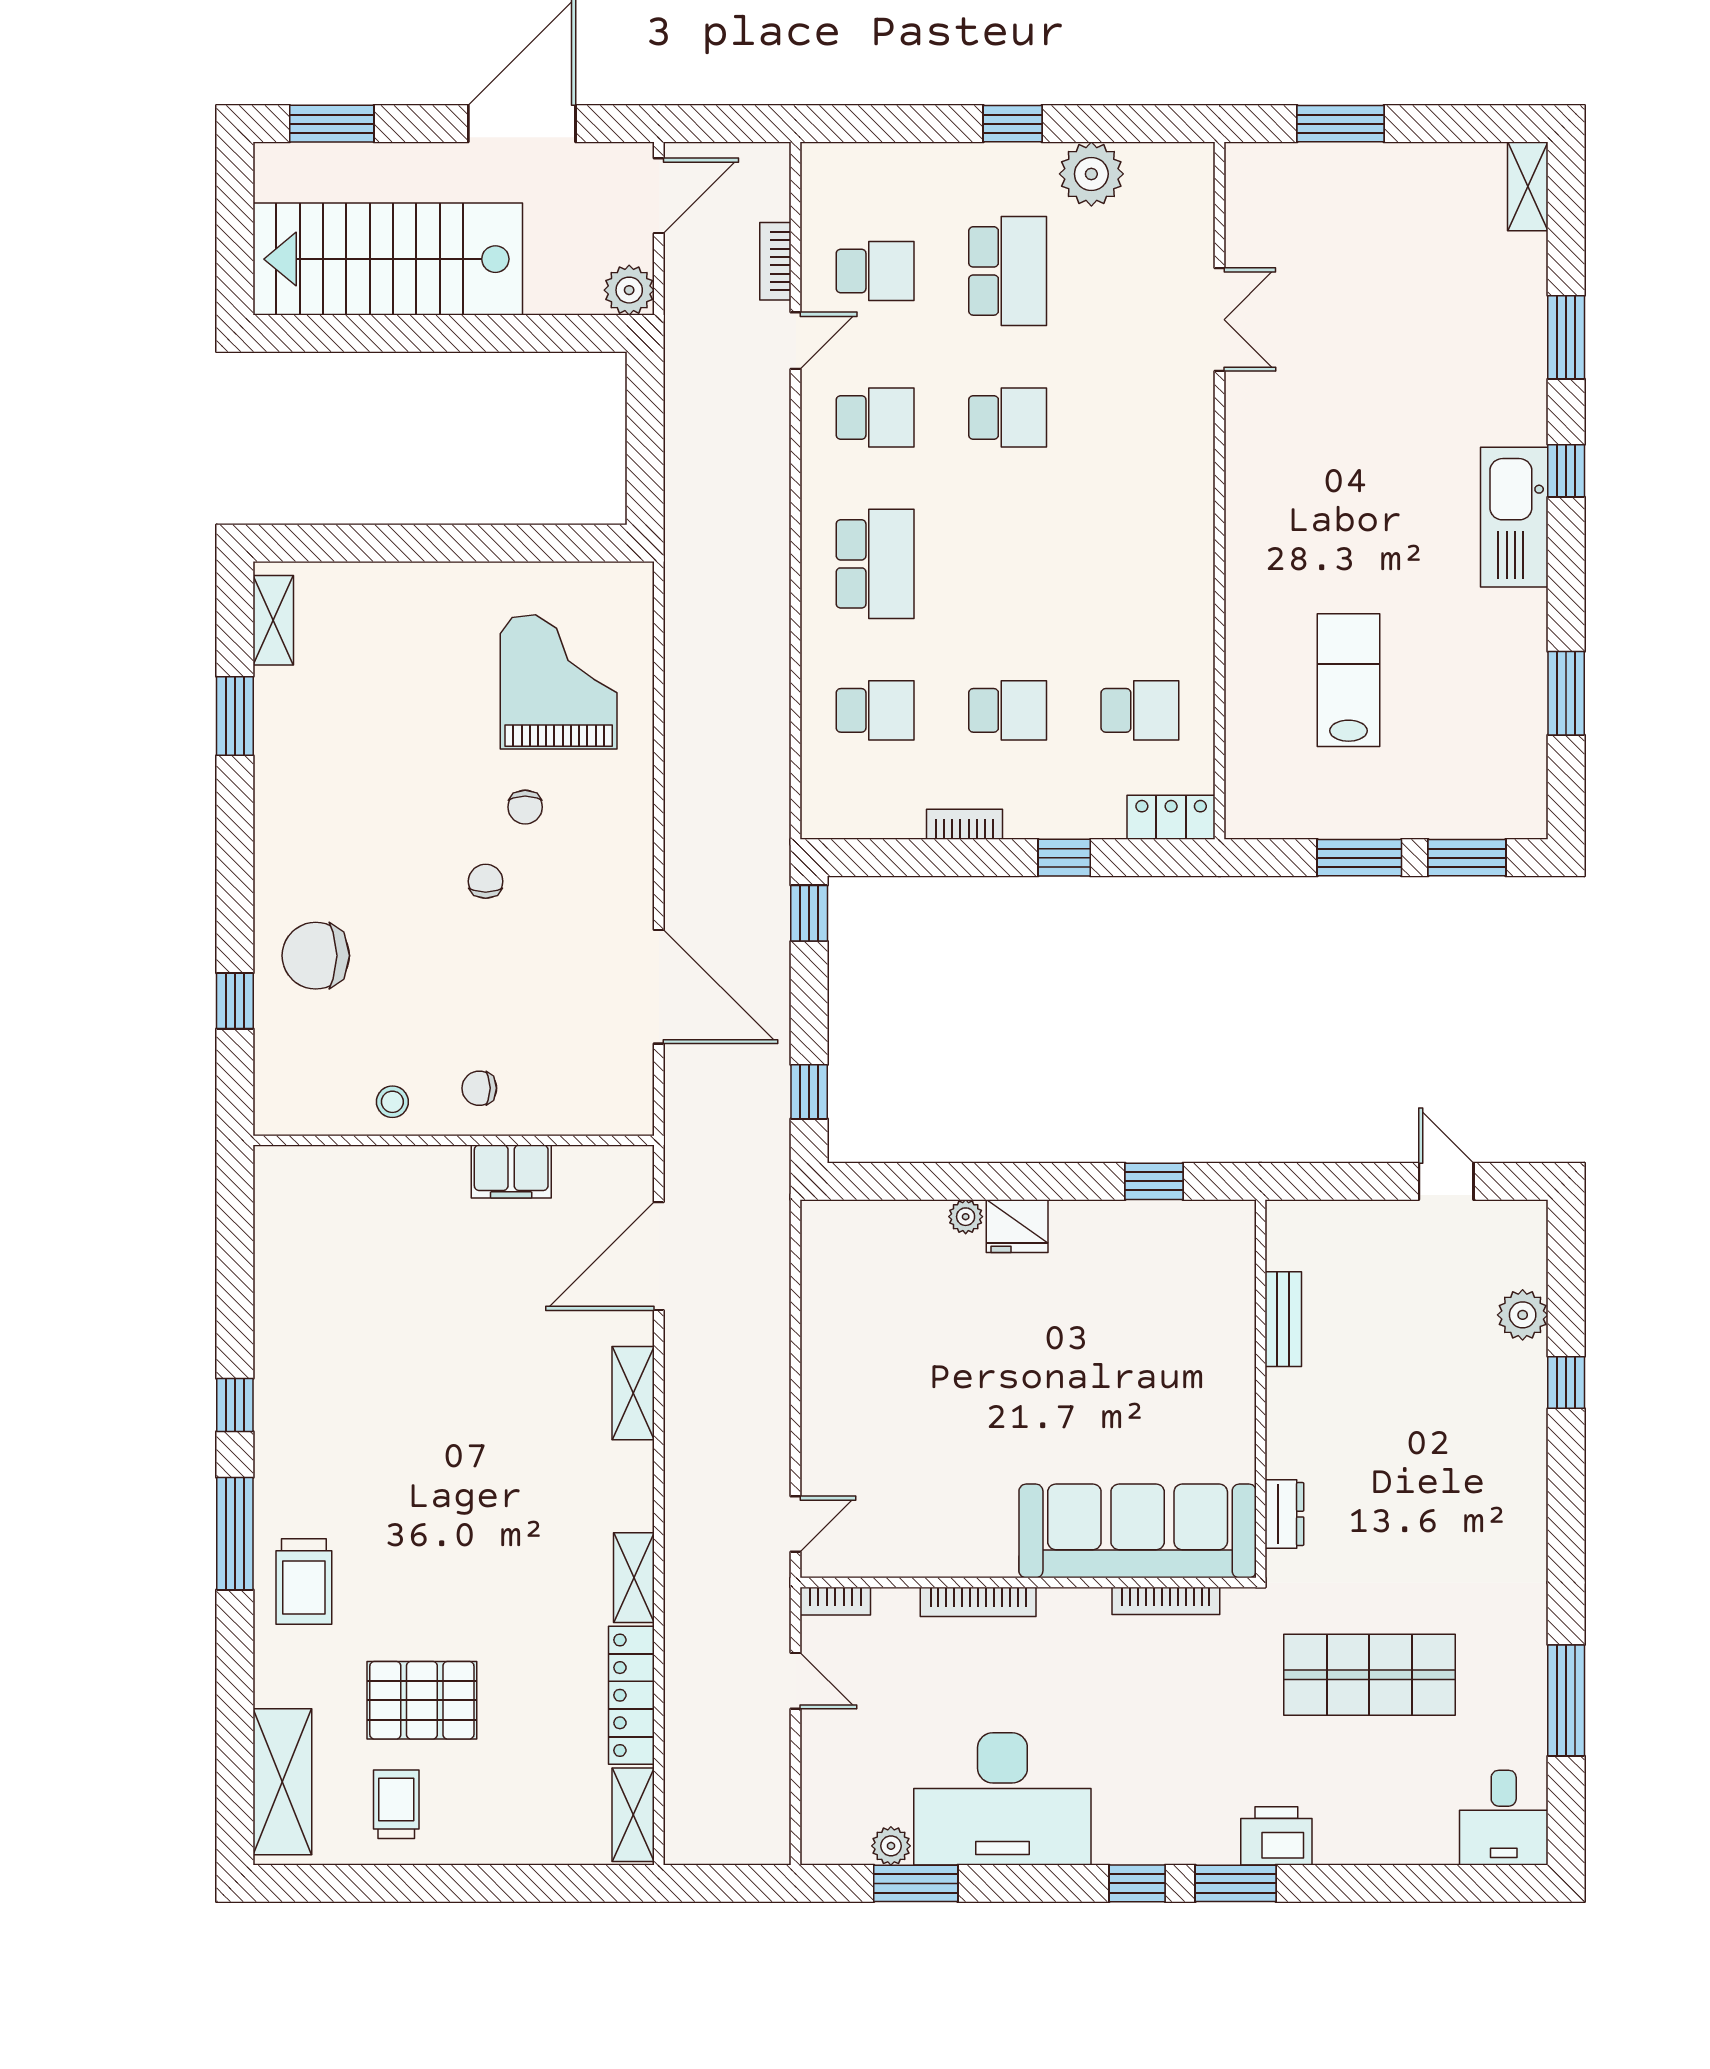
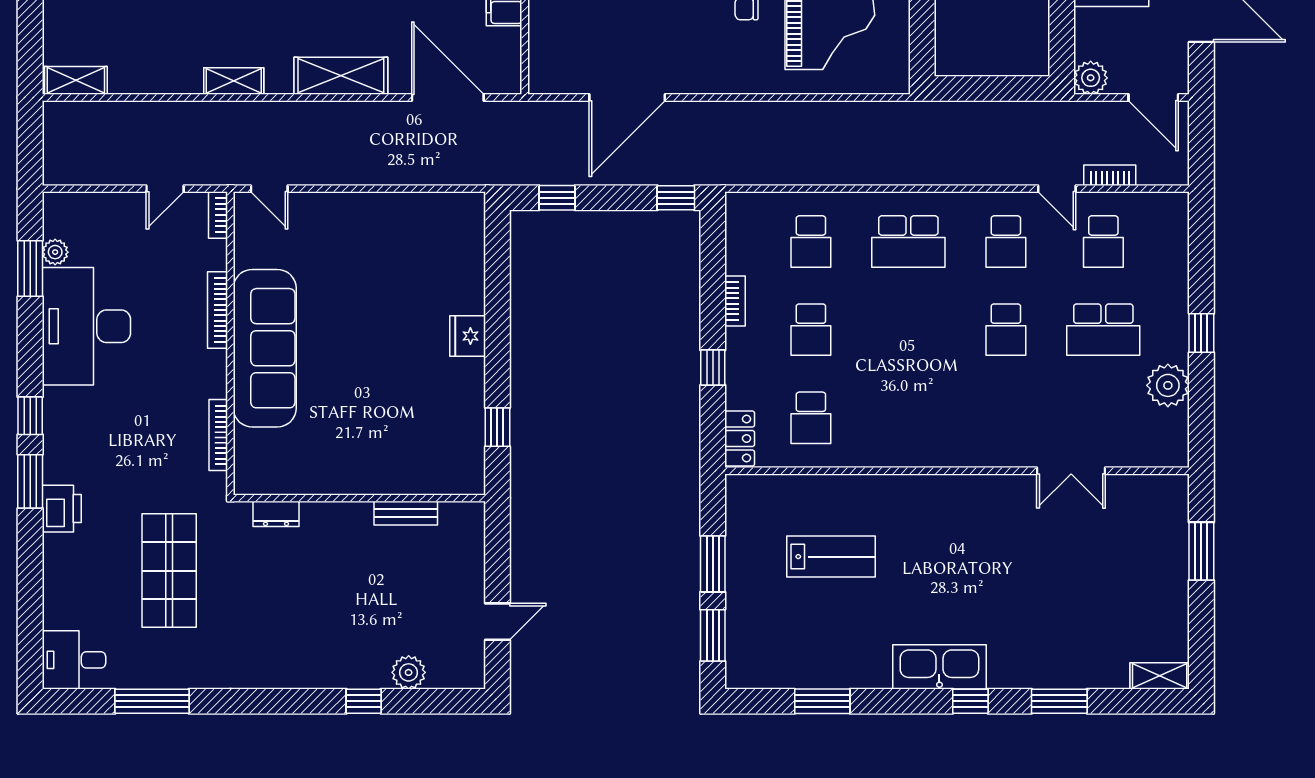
plant: (966, 1217) -> (474, 302), removed
shelving: (633, 1393) -> (341, 76), width x1.50, depth x1.33
sofa: (1138, 1531) -> (265, 348), moved
locker: (631, 1695) -> (155, 79), removed

